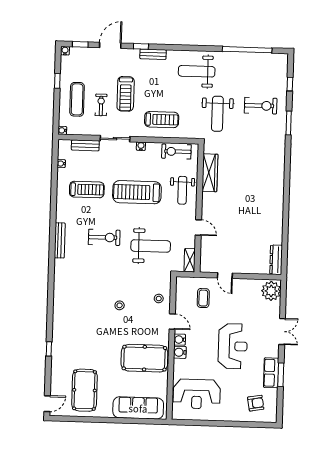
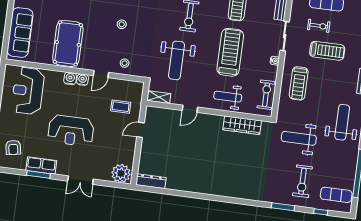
exercise mat: (271, 70) -> (336, 195), added
treadmill: (126, 94) -> (327, 51), turned 180

